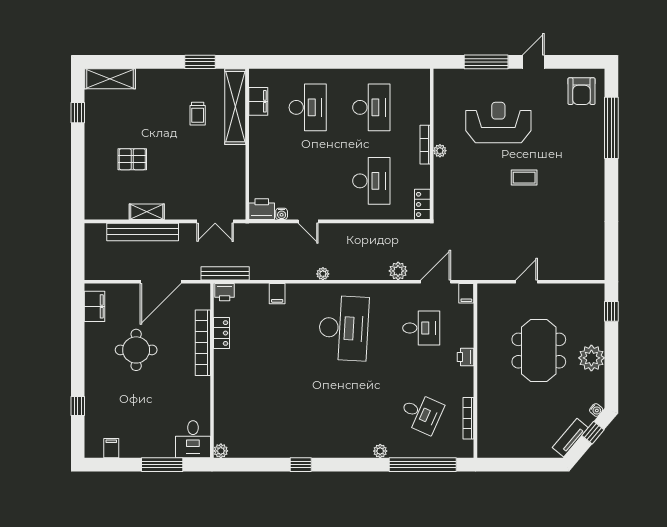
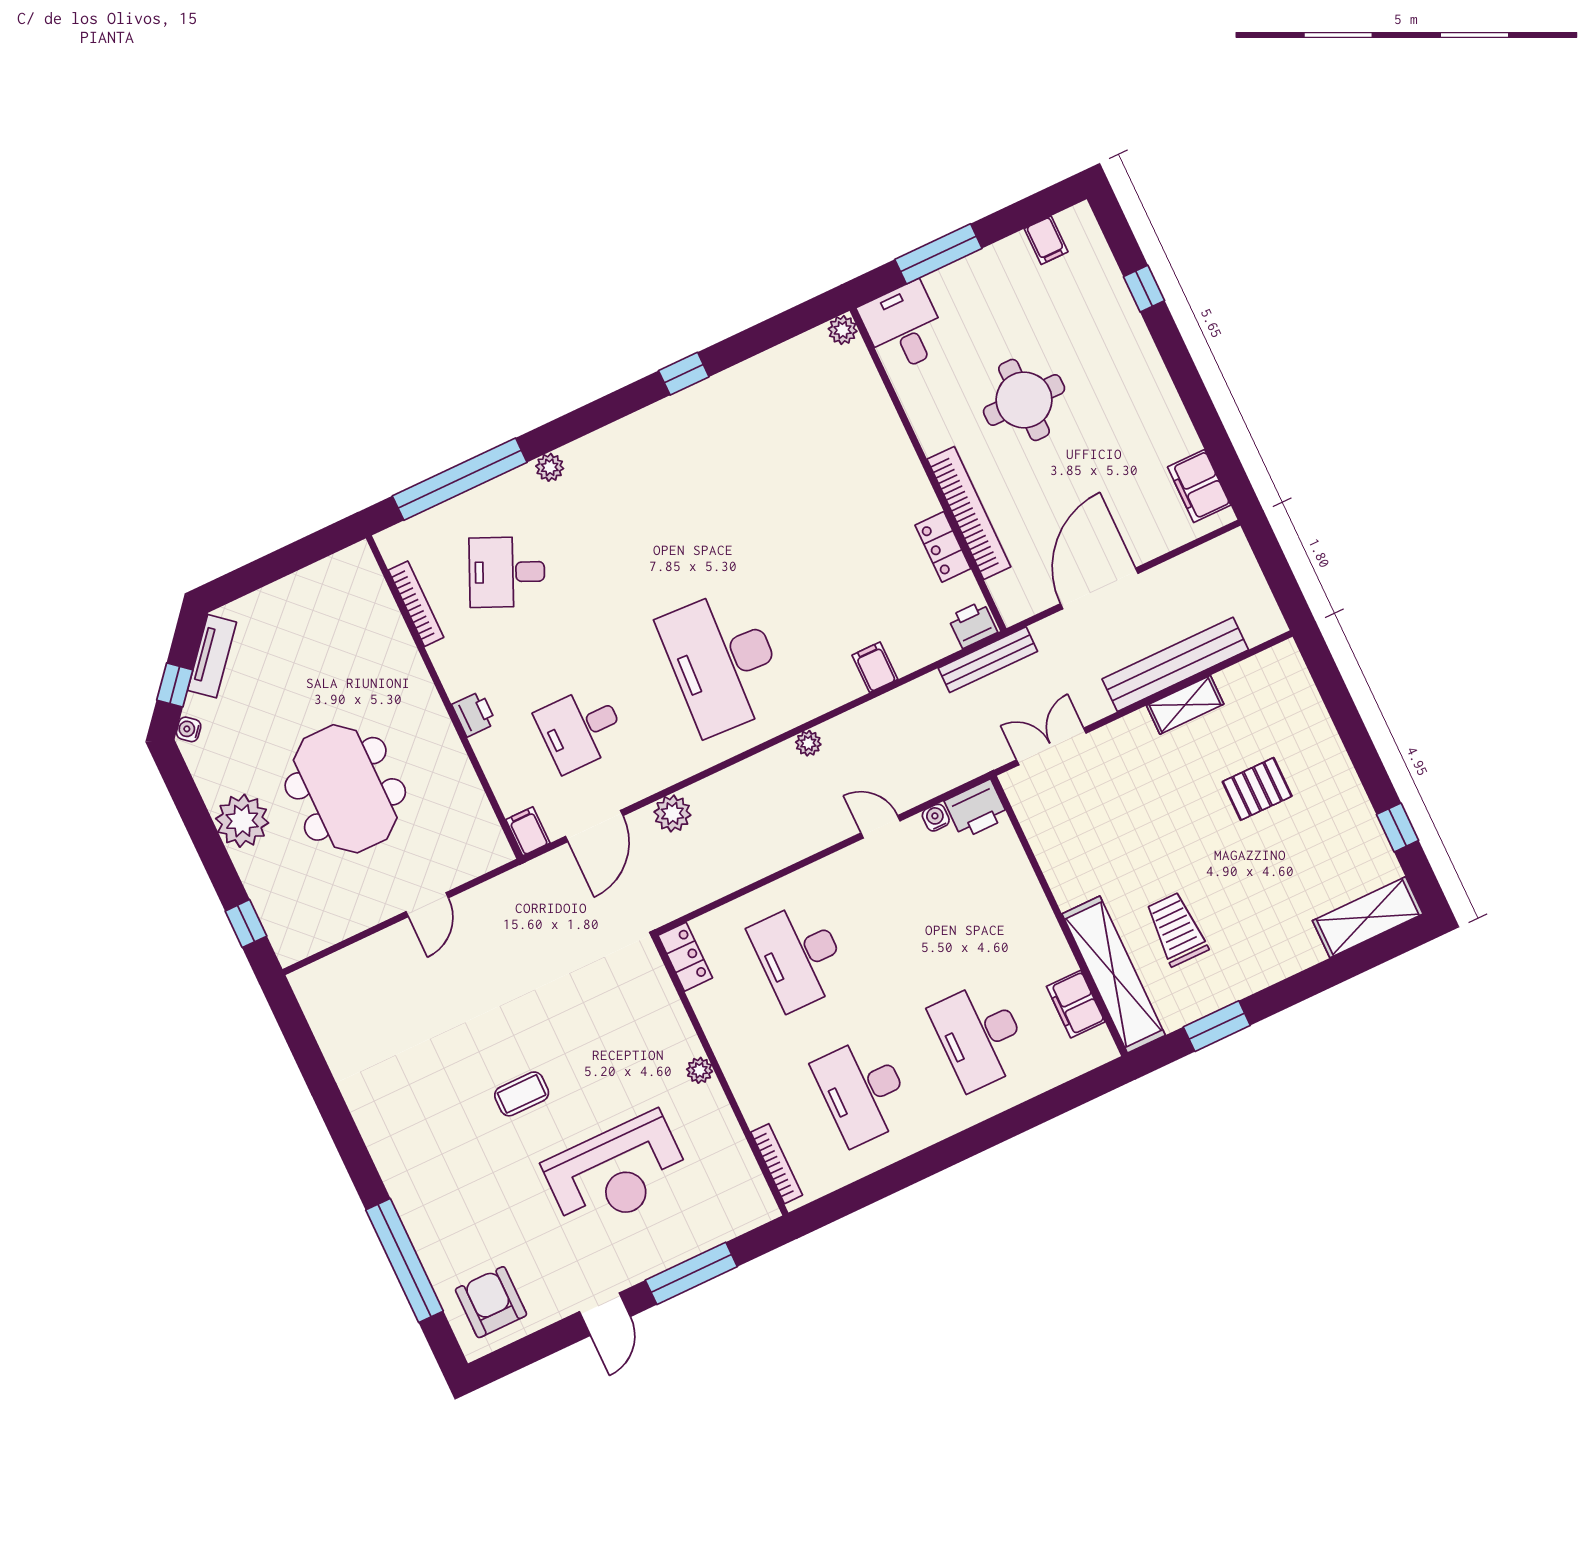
trolley: (198, 114) -> (1177, 929), width x1.36, depth x1.39
bookcase: (425, 145) -> (777, 1164), moved
round table: (136, 350) -> (1024, 400), moved

